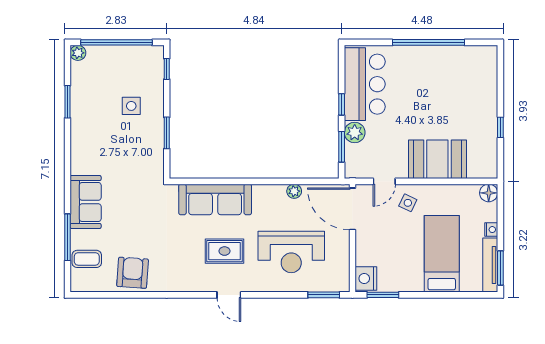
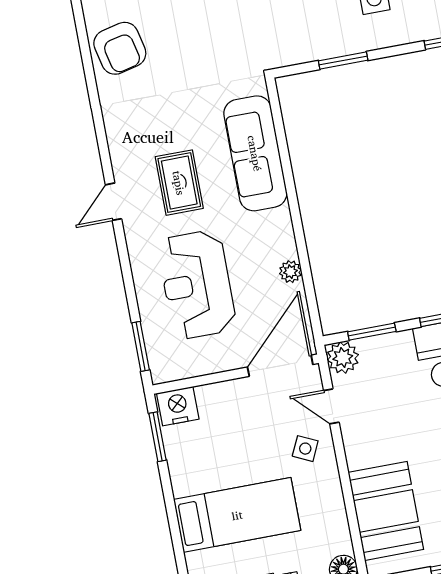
plant: (355, 132) -> (343, 358), moved
booth: (437, 159) -> (386, 511), moved
armchair: (133, 273) -> (120, 48), turned 73

